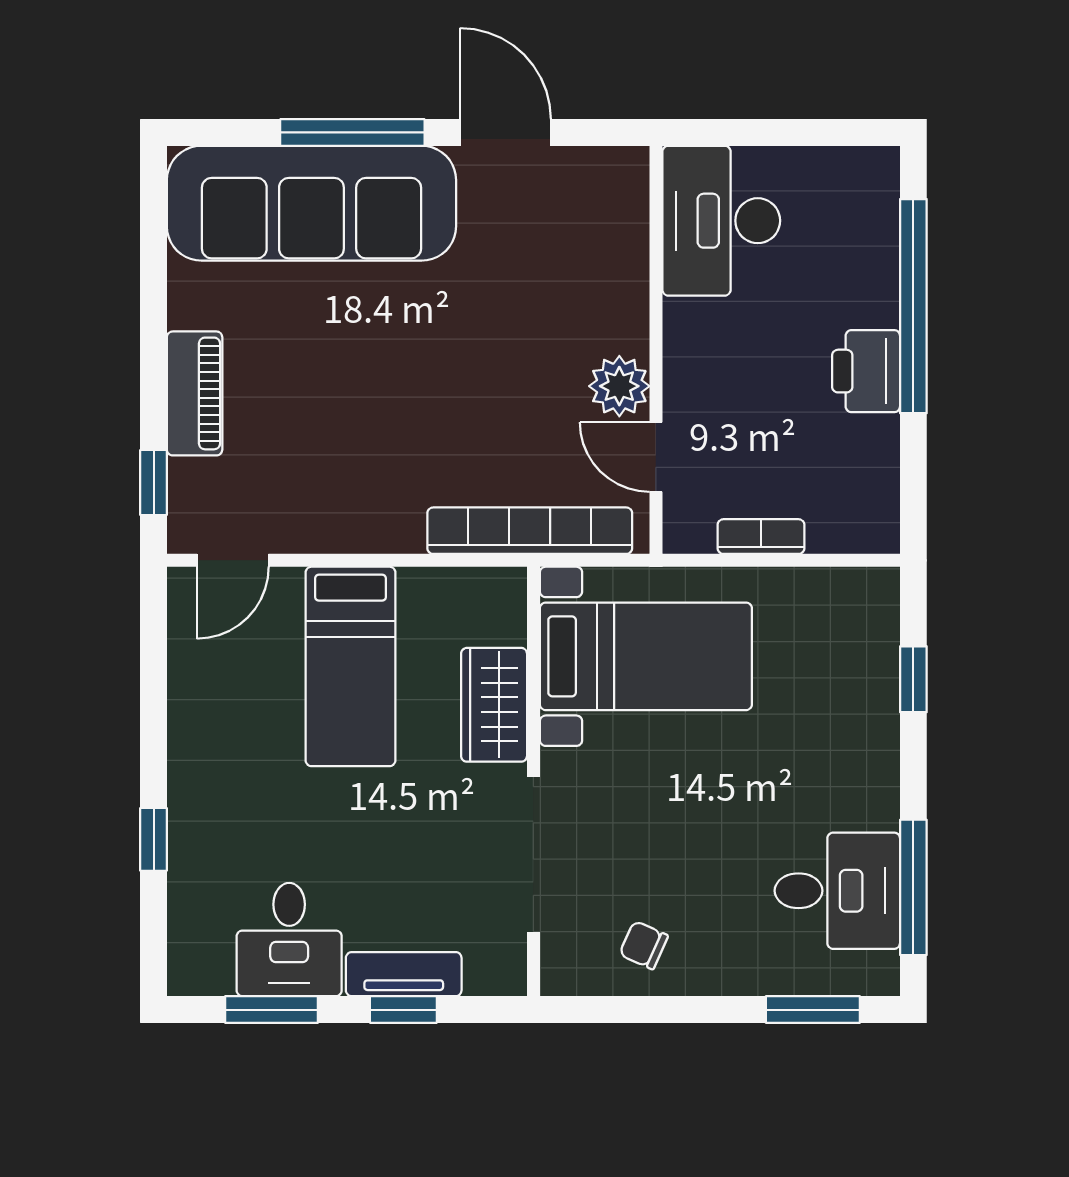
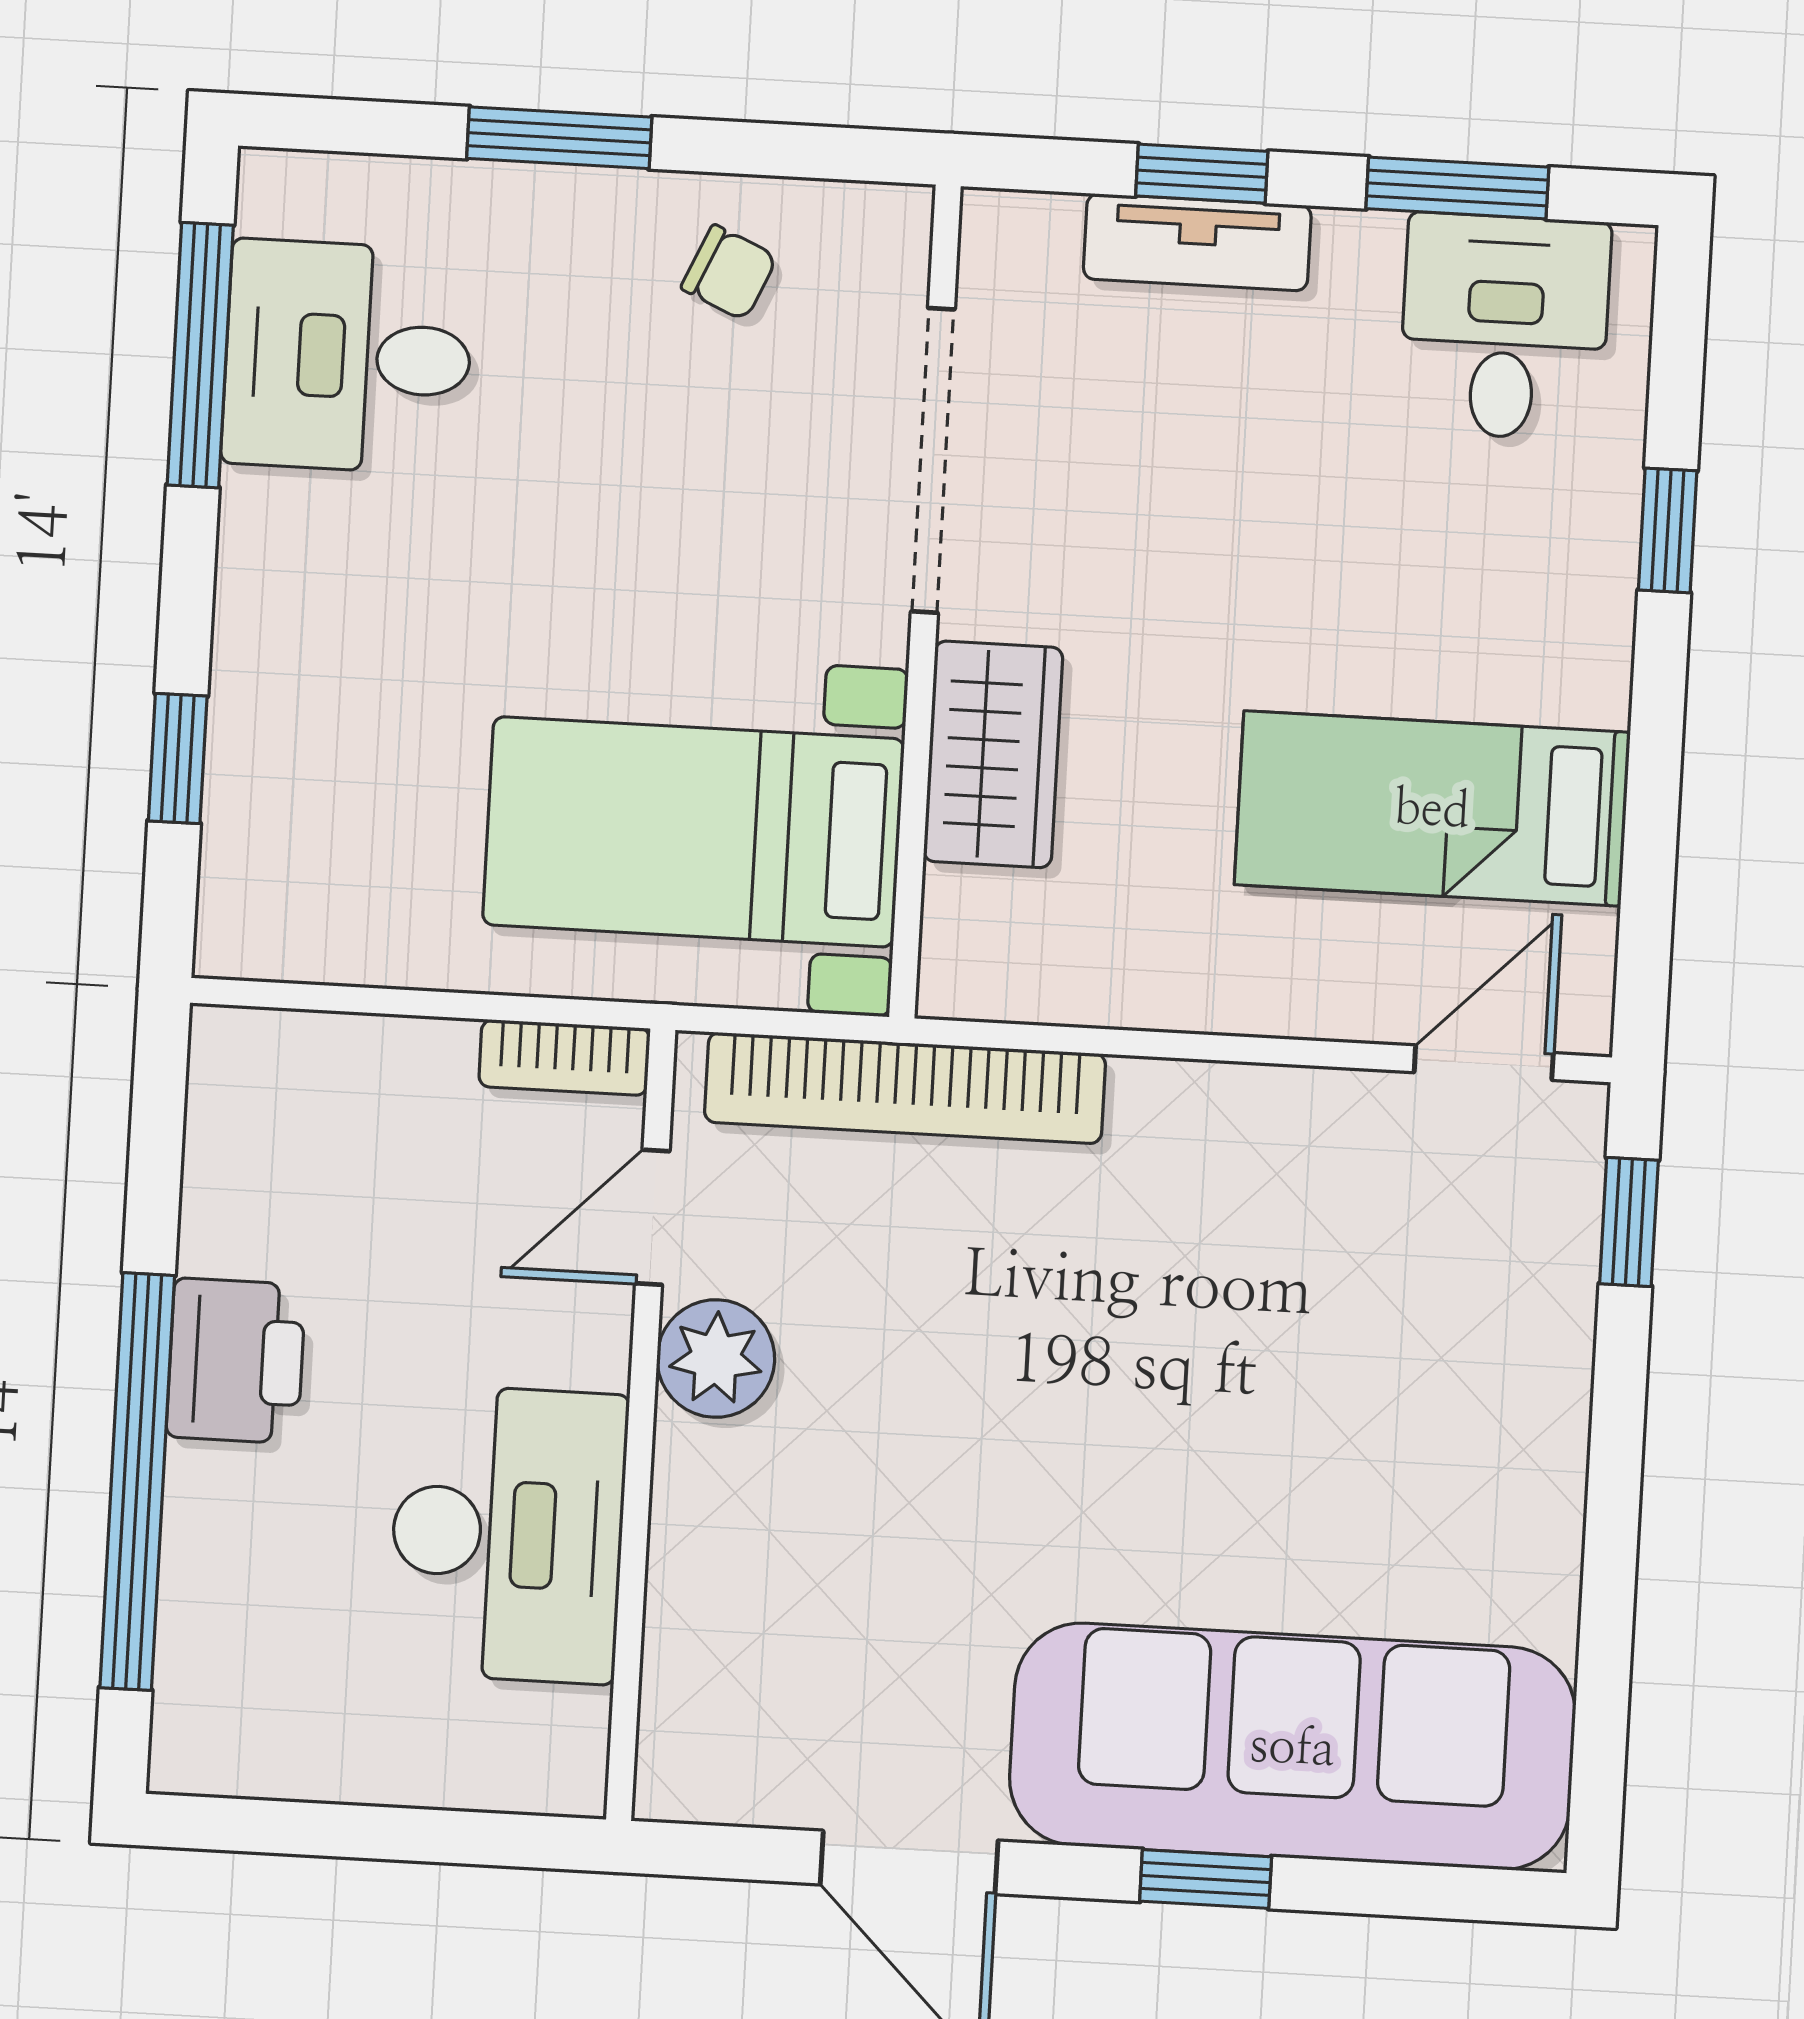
window: (352, 132) -> (1206, 1879), width x0.46
desk: (721, 221) -> (508, 1534), moved
piano: (195, 393) -> (1540, 1390), removed
door: (656, 457) -> (652, 1217), swing flipped
bookcase: (761, 537) -> (564, 1057), moved
bed: (350, 666) -> (1432, 808), moved, turned -90
desk: (289, 940) -> (1505, 327), moved
window: (813, 1010) -> (559, 138), moved

